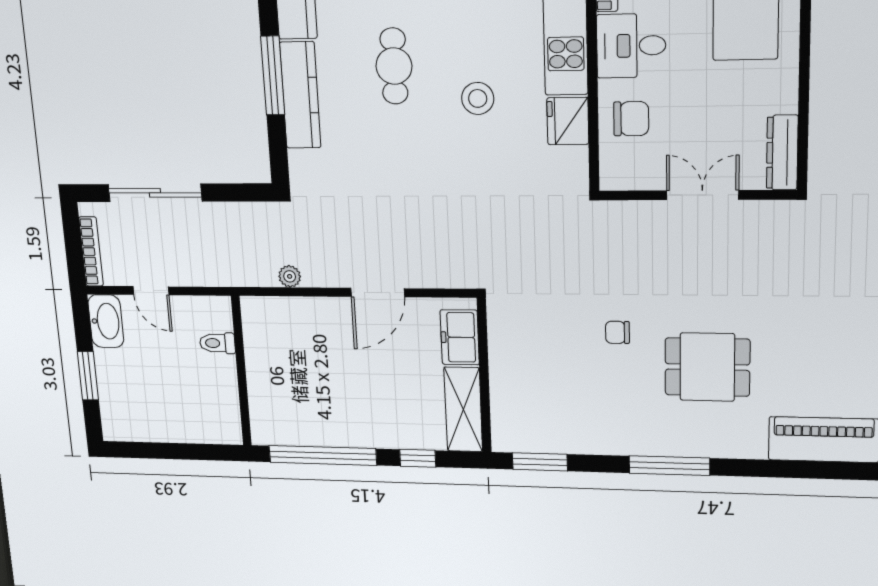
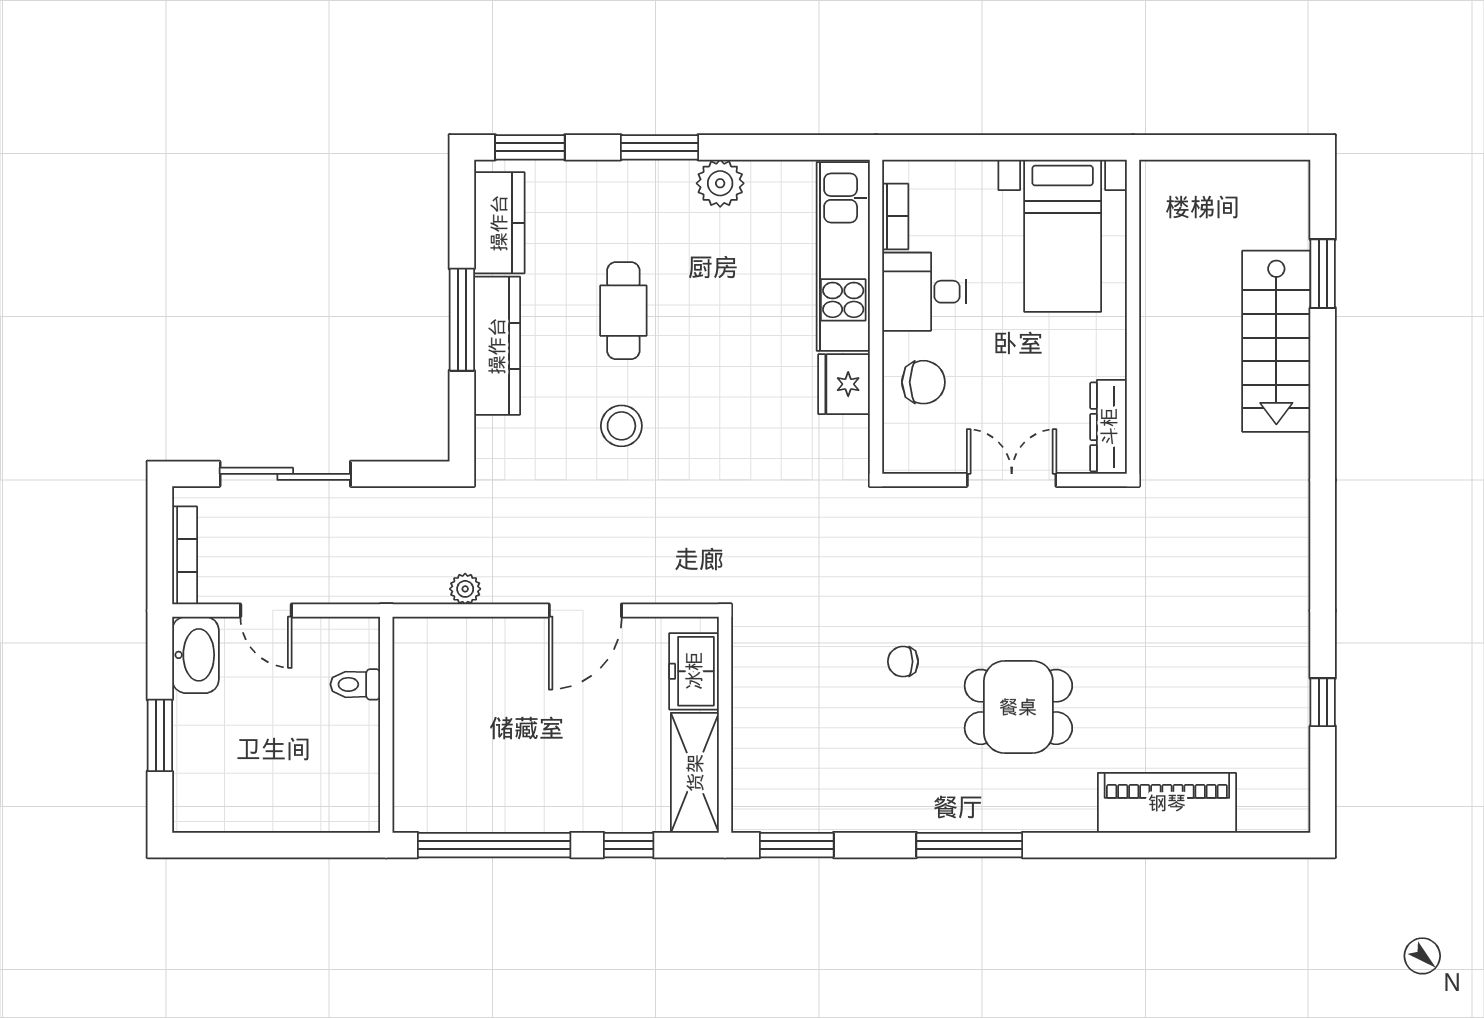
stool: (478, 98) -> (621, 426), moved

